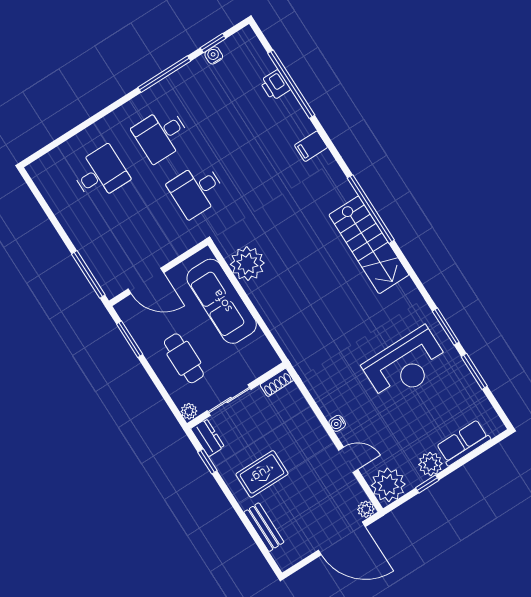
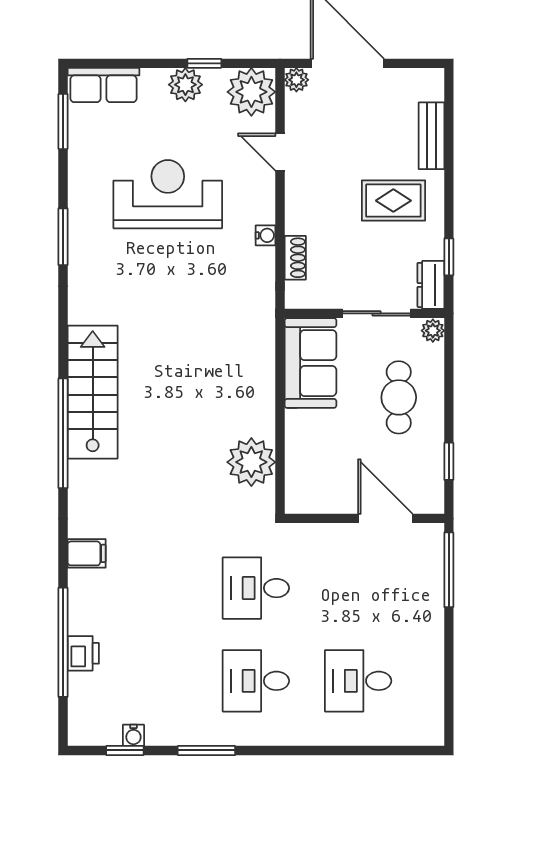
window: (164, 74) -> (206, 750), width x0.69
desk: (161, 135) -> (256, 681), turned 180
desk: (197, 190) -> (256, 588), turned 180
sofa: (222, 301) -> (310, 363), moved, width x0.73
window: (130, 339) -> (449, 461), width x0.67
reception desk: (406, 365) -> (168, 194), moved
window: (474, 371) -> (63, 121), moved
shoe rack: (277, 382) -> (295, 258), moved, turned 90
water cooler: (337, 423) -> (266, 235), moved
row of seats: (463, 443) -> (103, 85), moved

